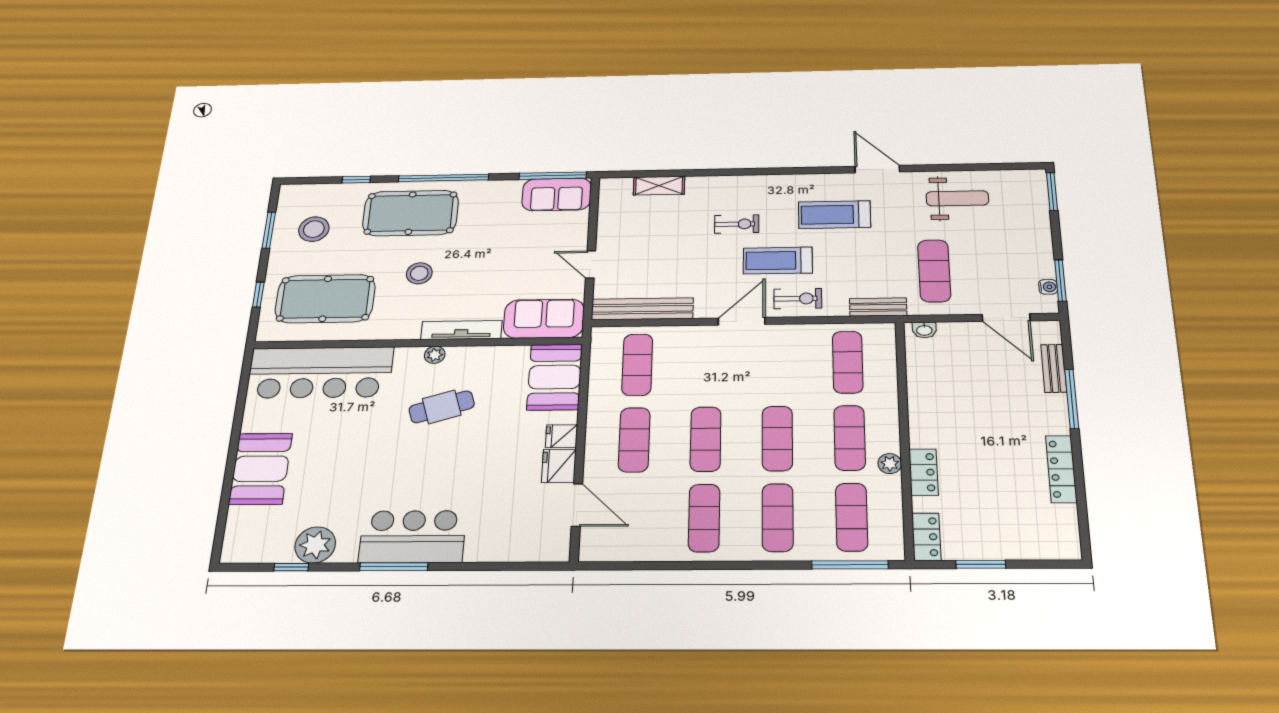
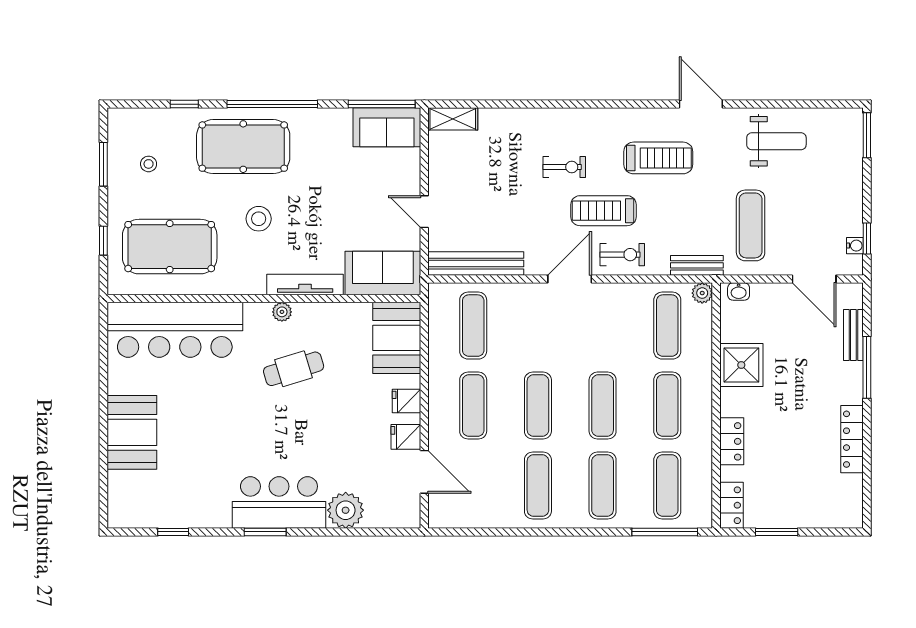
shelving: (659, 186) -> (453, 119), moved
treadmill: (834, 215) -> (658, 158), turned 180
stool: (314, 229) -> (149, 164), width x0.53, depth x0.53
window: (1060, 280) -> (867, 239), width x0.67
shower: (931, 398) -> (741, 365), added
plant: (890, 464) -> (702, 293), moved
fridge: (559, 466) -> (406, 437), width x0.72
plant: (315, 545) -> (346, 510), moved
window: (394, 567) -> (265, 532), width x0.69

